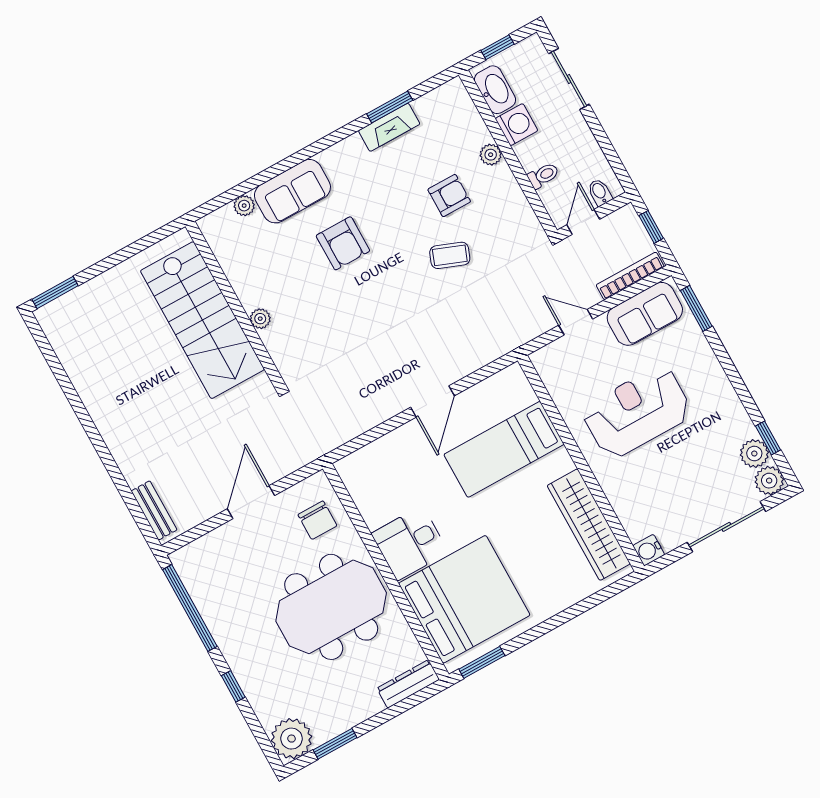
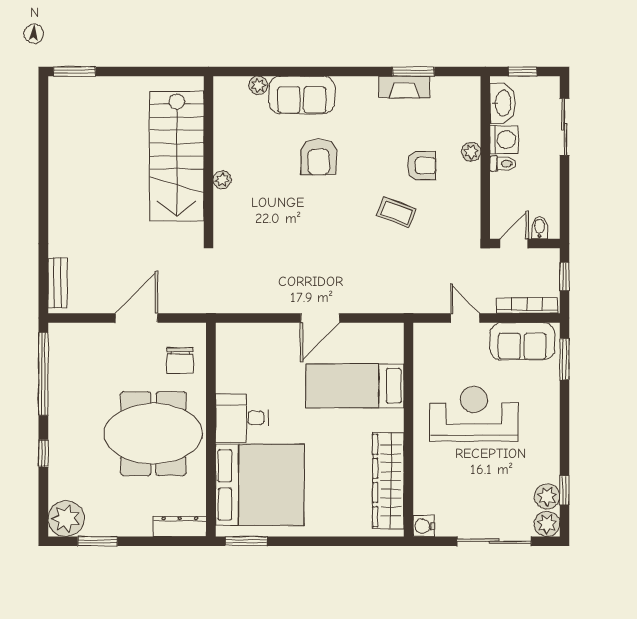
toilet: (543, 175) -> (503, 164), moved

